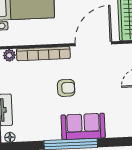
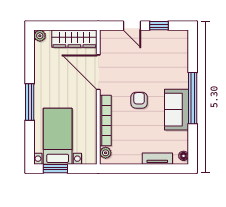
sofa: (83, 126) -> (176, 110), moved

